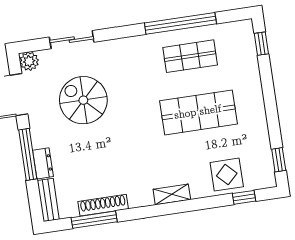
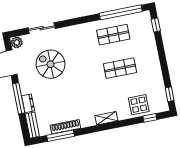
window: (180, 23) -> (121, 12), moved
shop shelf: (198, 112) -> (120, 68), width x0.70, depth x0.74

